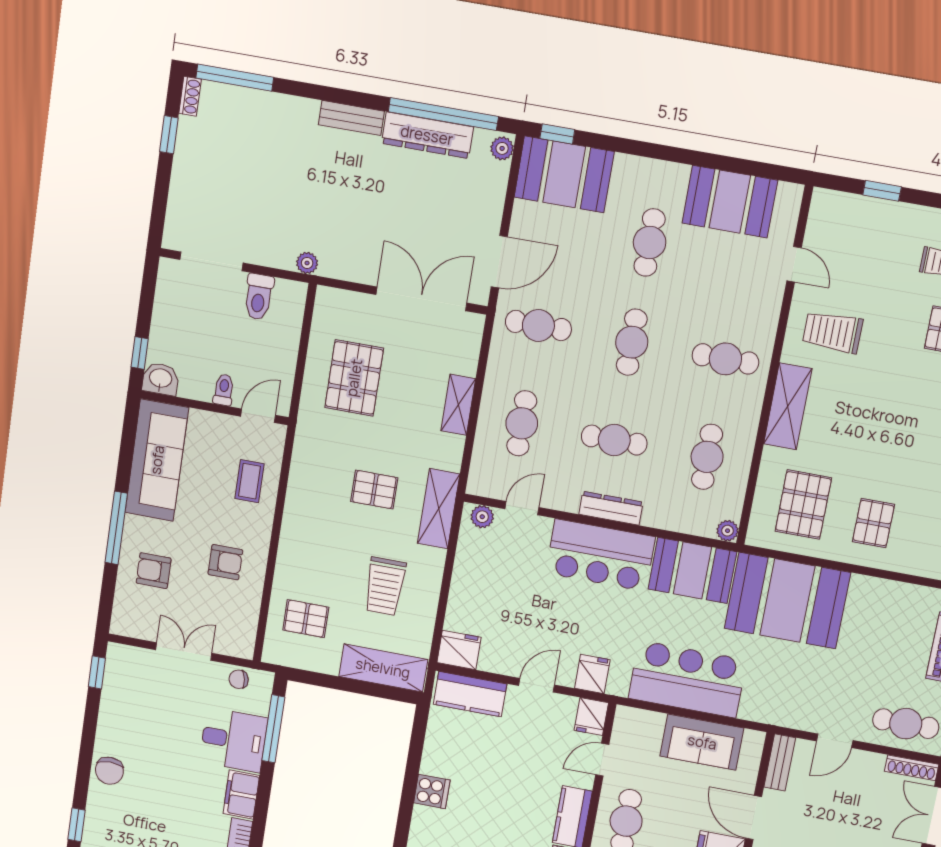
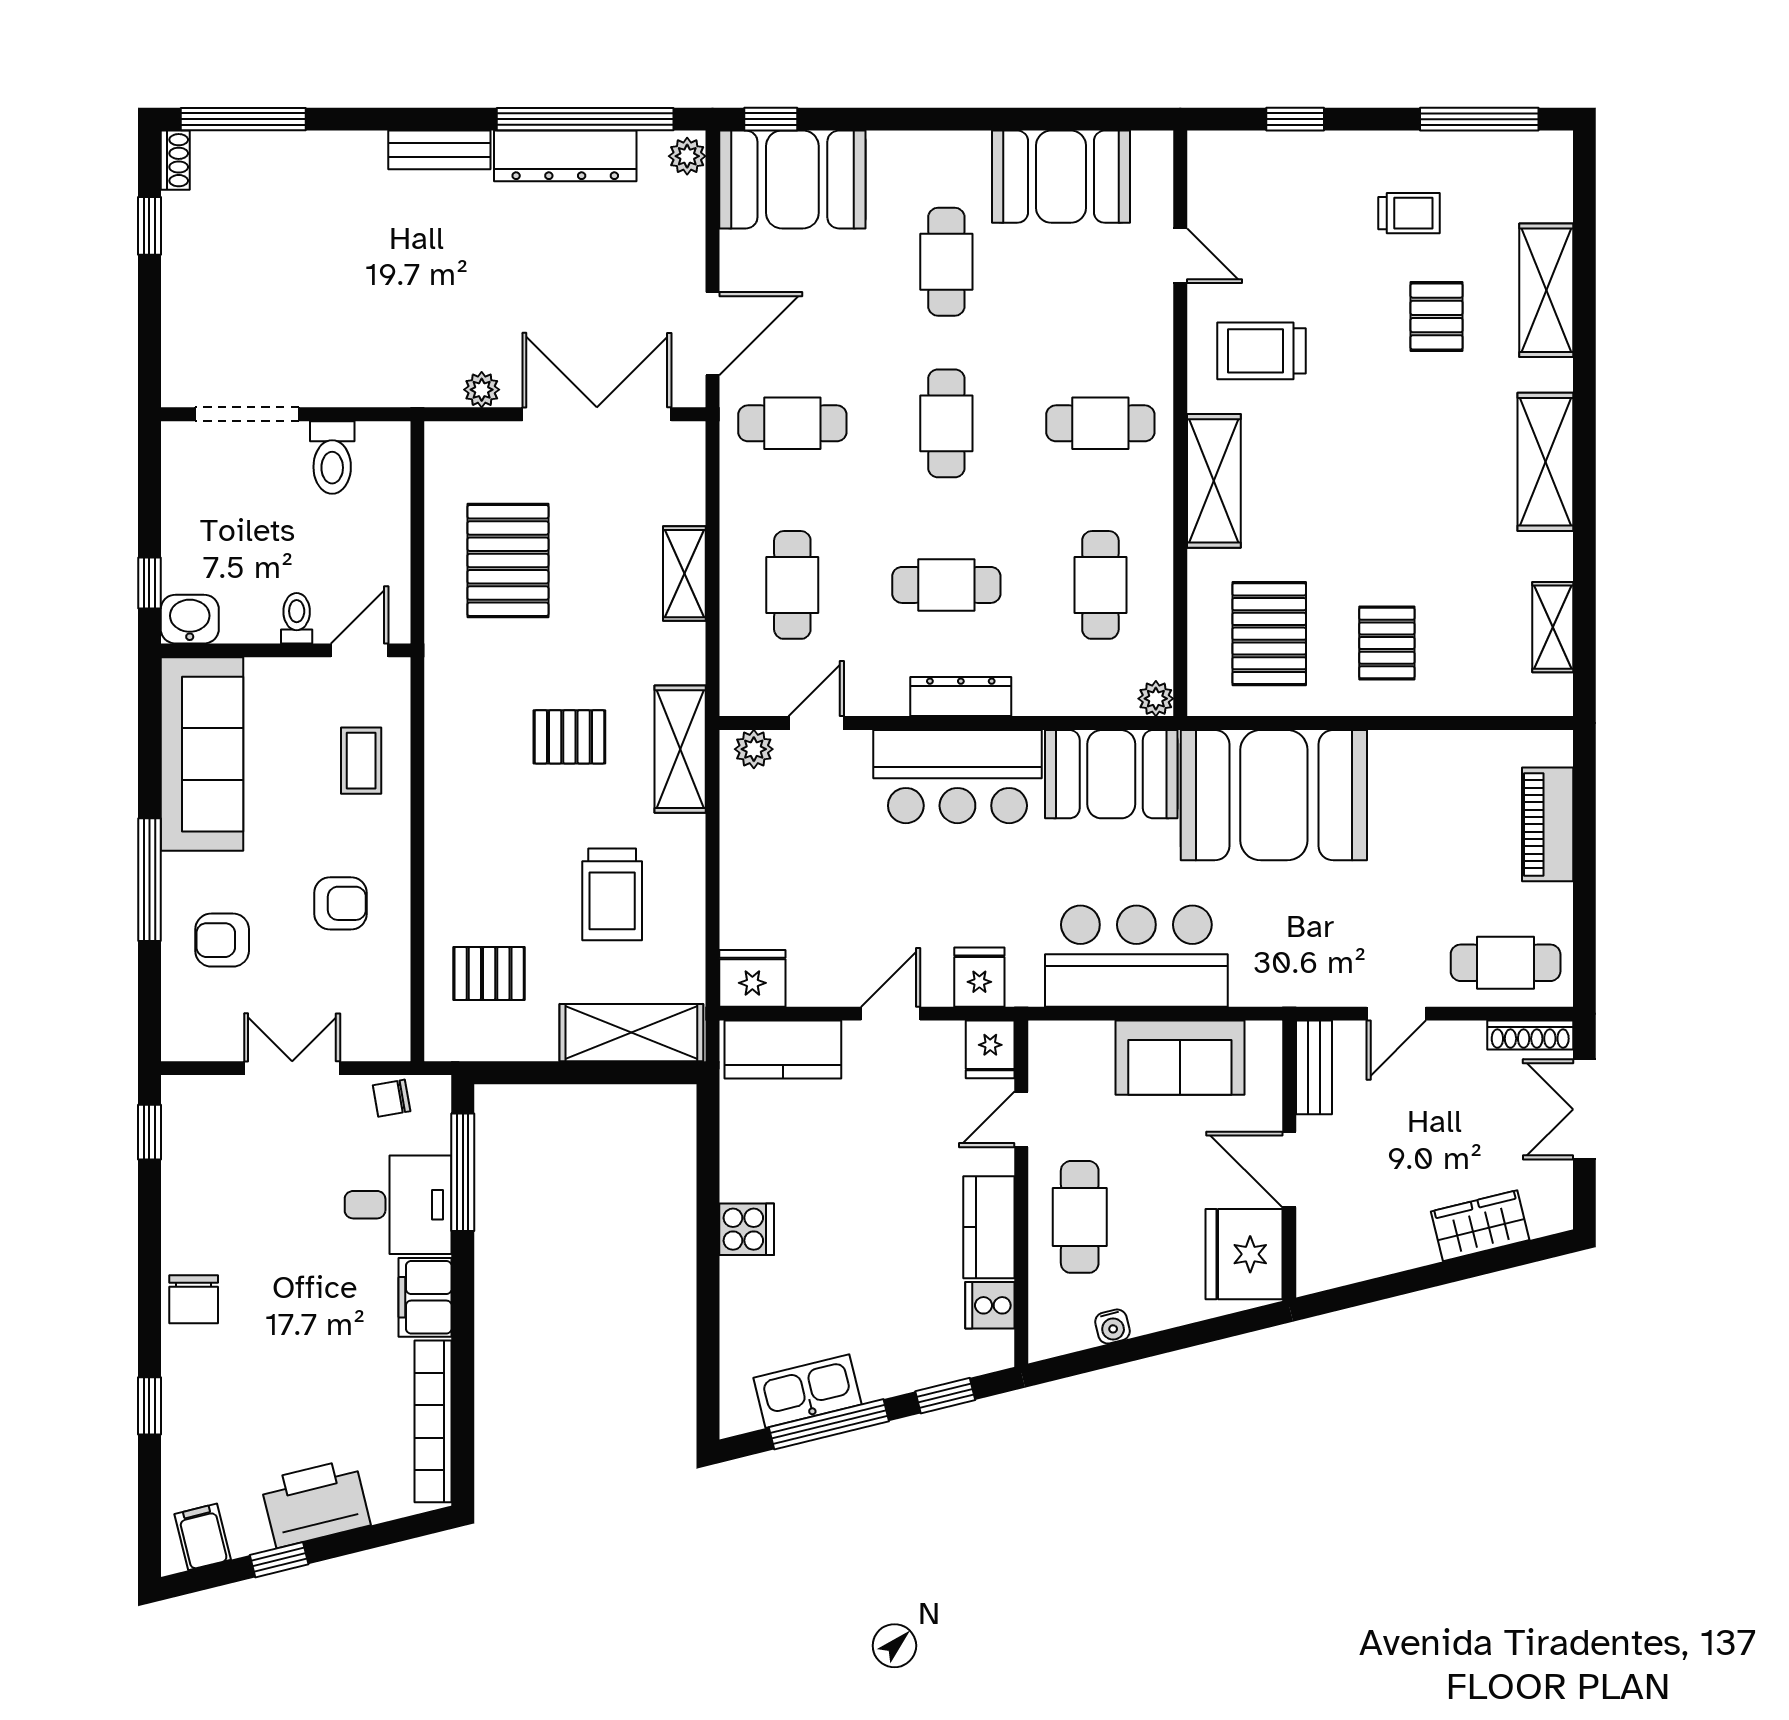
plant: (307, 263) -> (482, 390), moved

